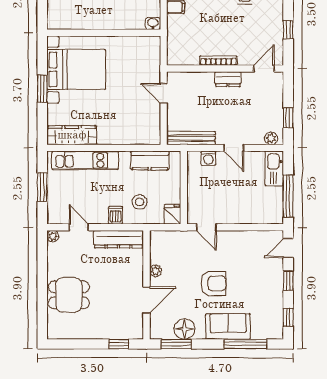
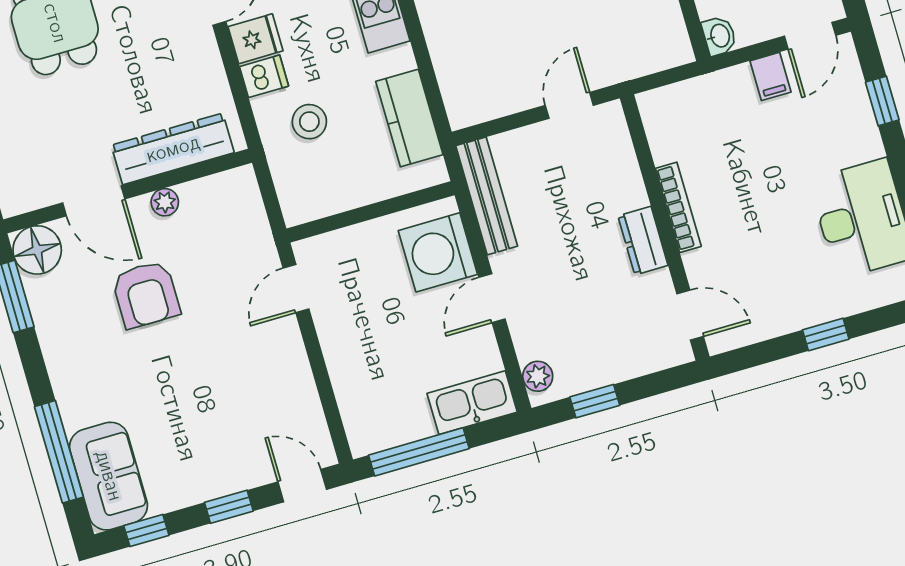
window: (288, 30) -> (826, 334), moved
washing machine: (208, 158) -> (438, 252), width x1.89, depth x1.89
fridge: (172, 214) -> (256, 39), moved
dresser: (119, 239) -> (173, 149), moved, turned 90
armchair: (213, 283) -> (146, 294), moved
sofa: (228, 326) -> (109, 476), moved
floor lamp: (185, 329) -> (37, 250), moved

